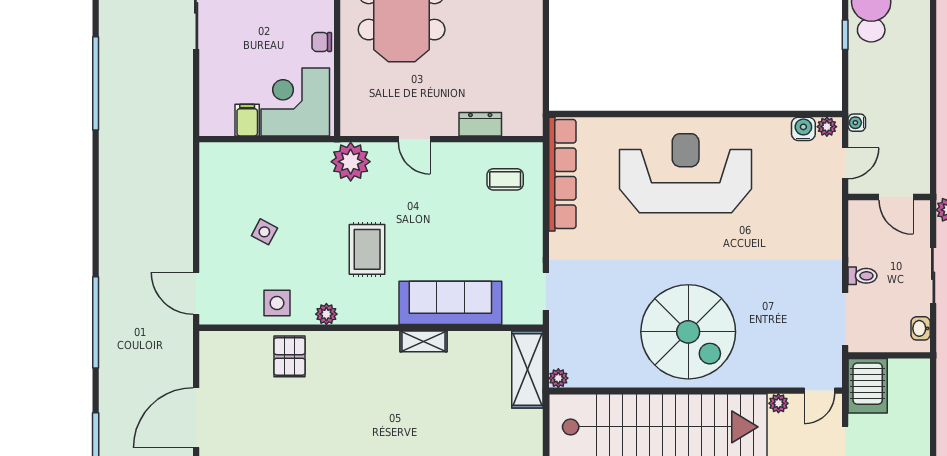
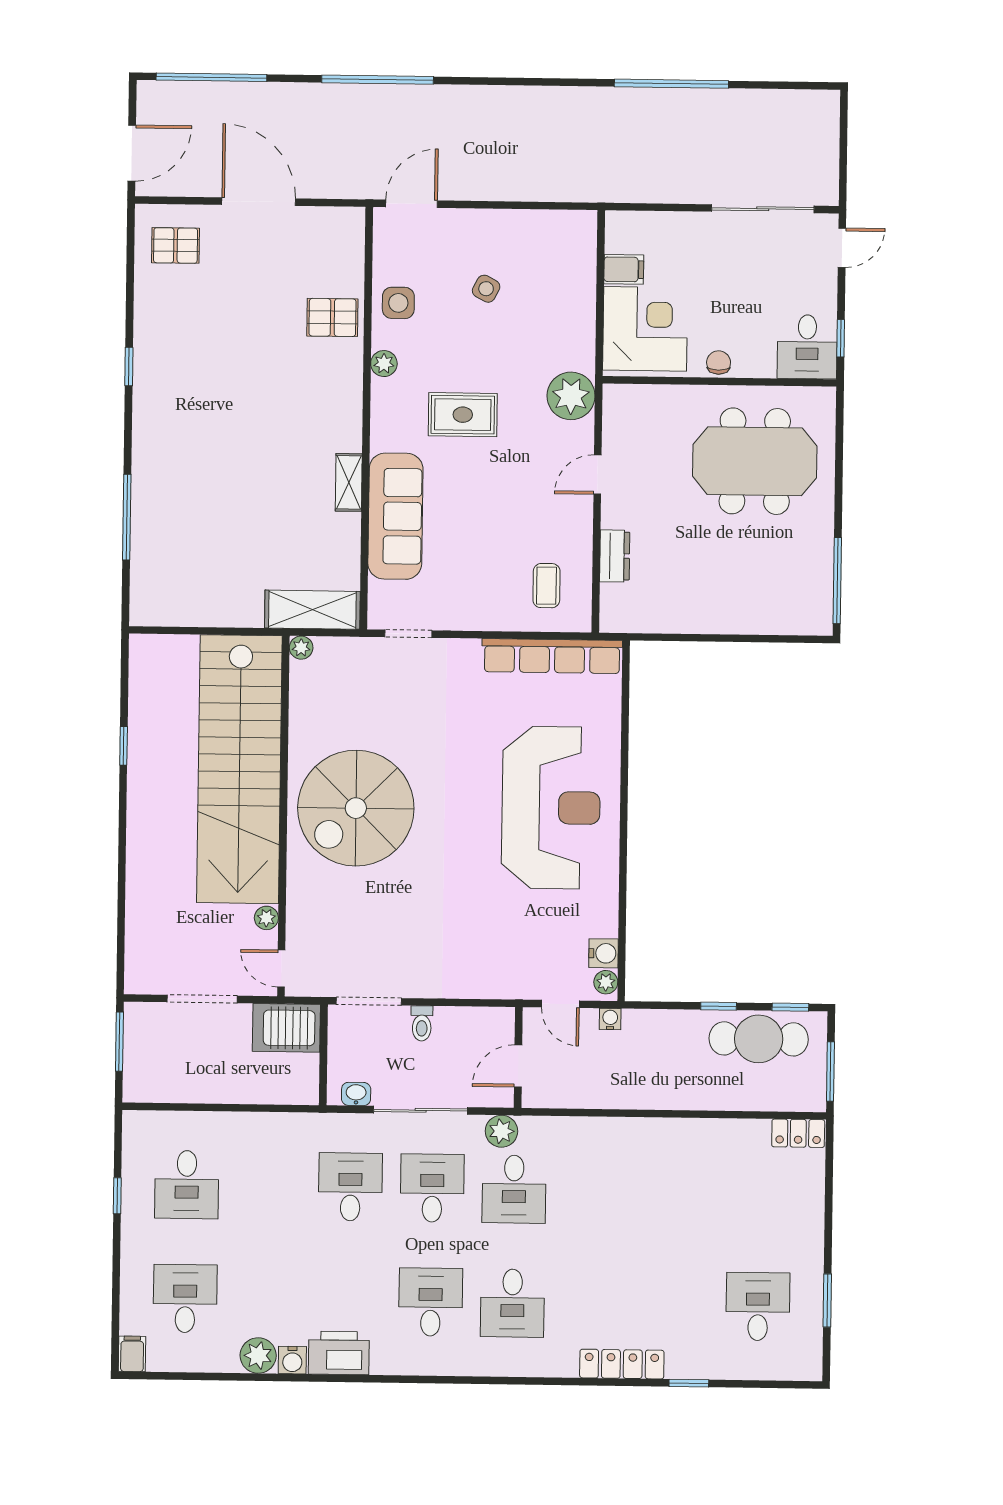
sliding door: (933, 276) -> (421, 1110), width x1.37

